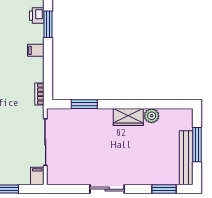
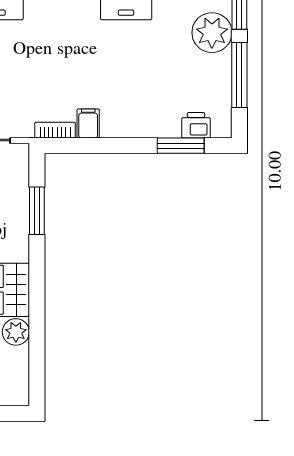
filing cabinet: (36, 50) -> (88, 123), moved

